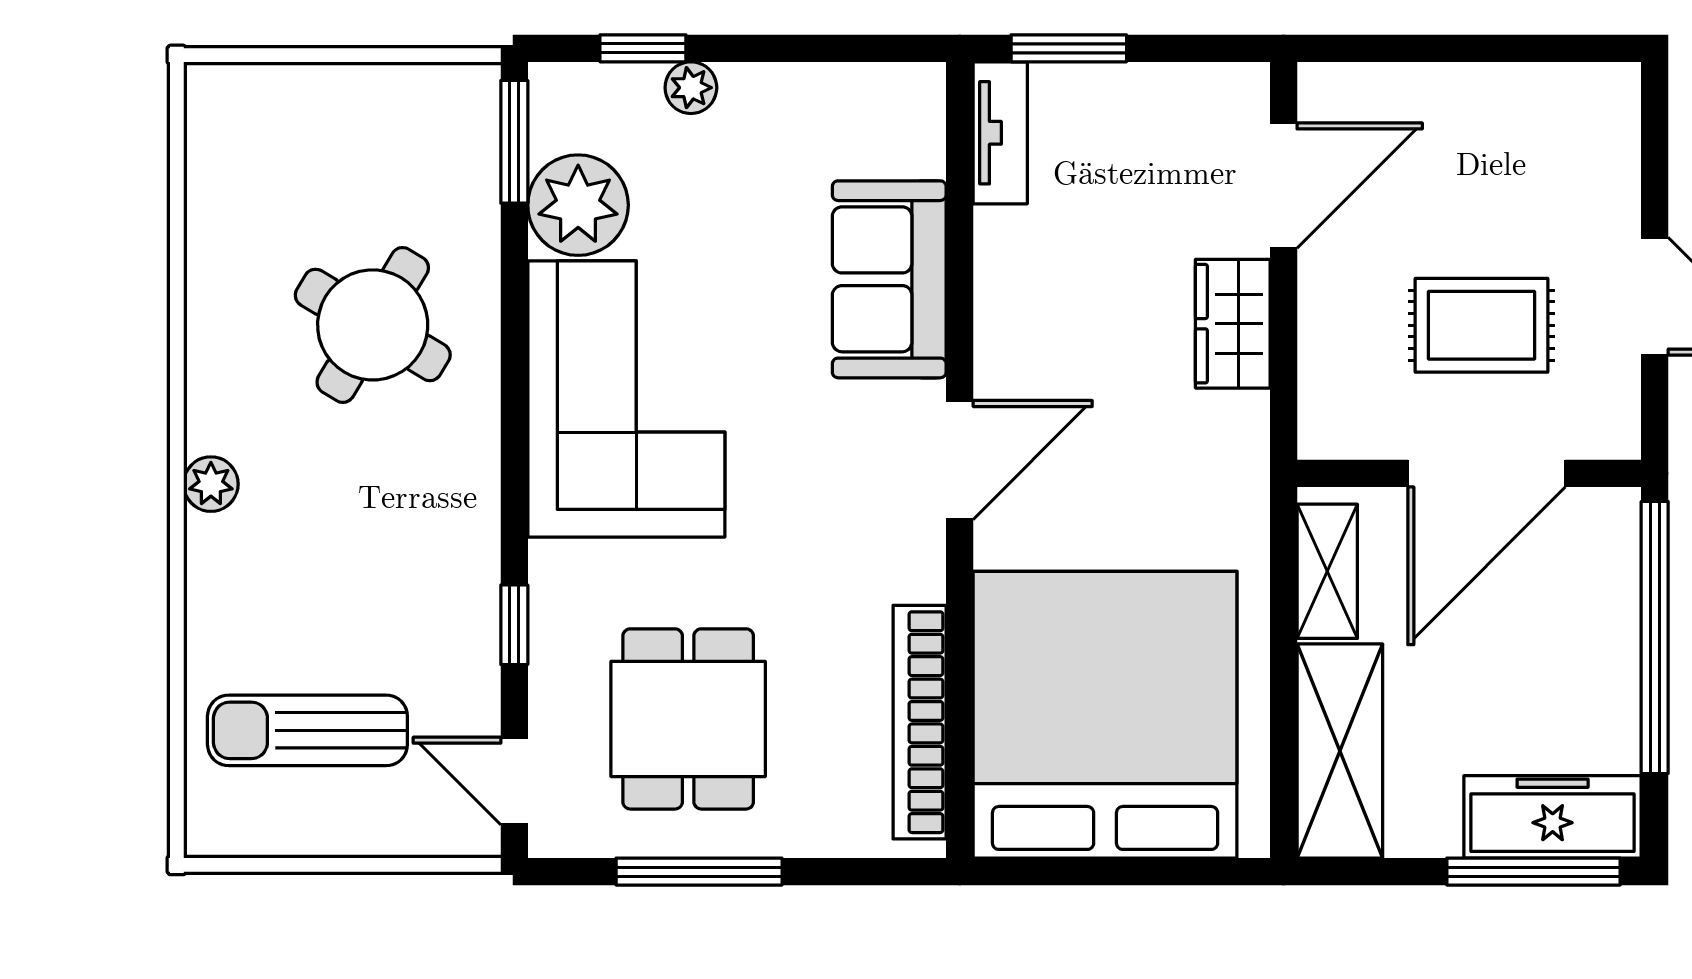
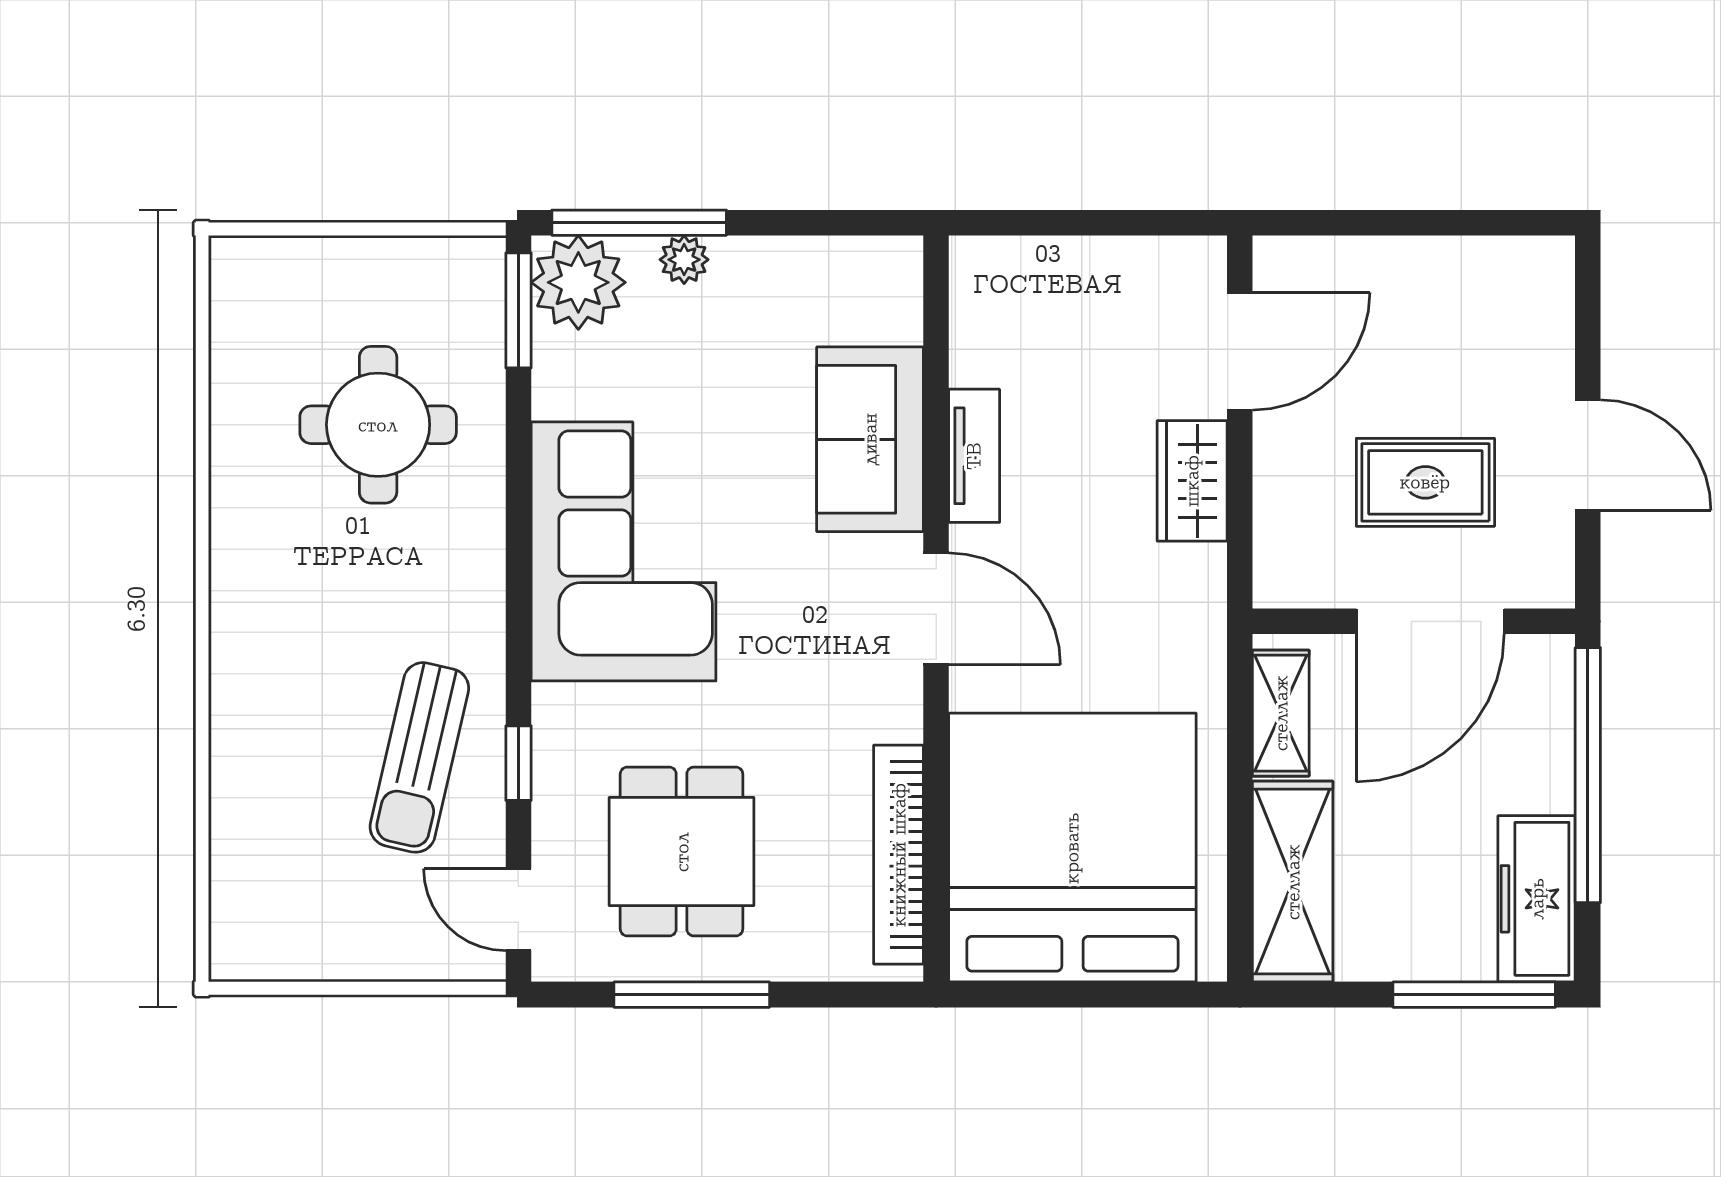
window: (643, 48) -> (639, 223), width x2.17
window: (1069, 48) -> (1038, 223), removed
tv unit: (1000, 133) -> (974, 456), moved
plant: (578, 205) -> (578, 282), moved
round table: (373, 325) -> (378, 425), moved, turned -31
door: (960, 460) -> (936, 609), hinge flipped
plant: (211, 484) -> (234, 631), removed
sun lounger: (307, 730) -> (419, 757), moved, turned -77
freezer: (1553, 817) -> (1537, 899), moved, turned -90

